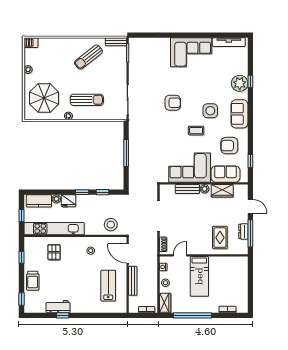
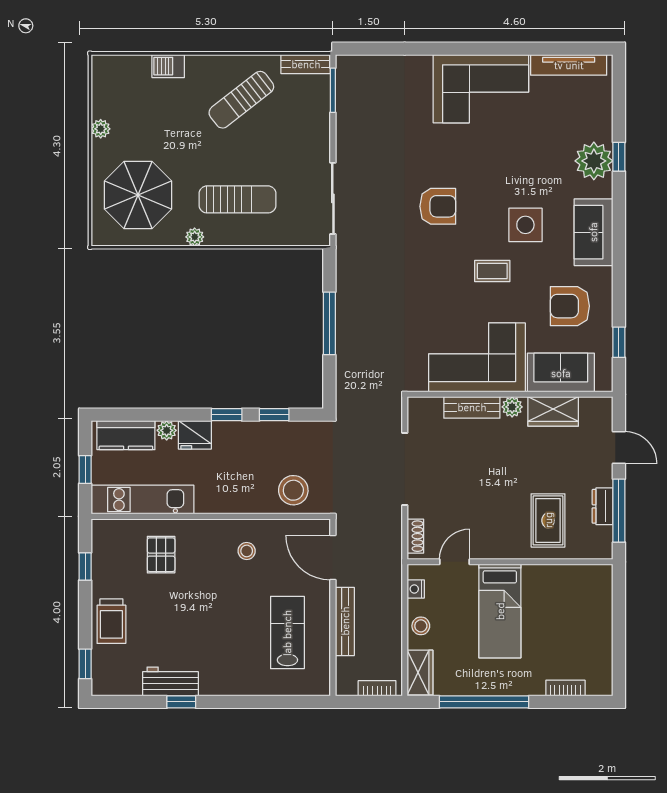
barbecue: (31, 43) -> (168, 66), moved
kitchen unit: (54, 229) -> (143, 500), width x0.73

